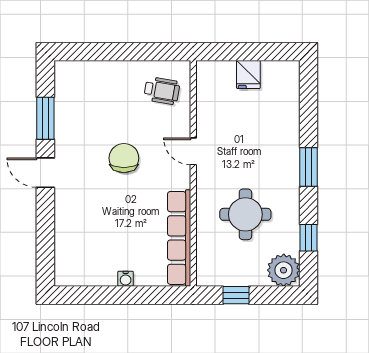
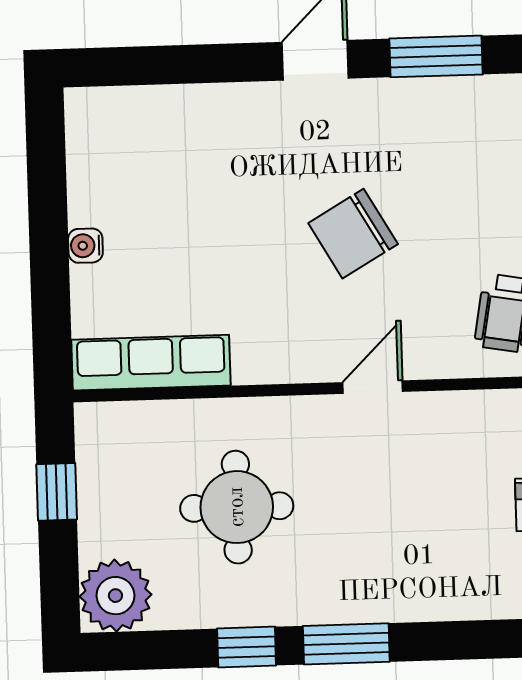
chair: (124, 158) -> (353, 234), turned 150
row of seats: (179, 238) -> (151, 363), width x0.73
window: (309, 238) -> (247, 647), moved

